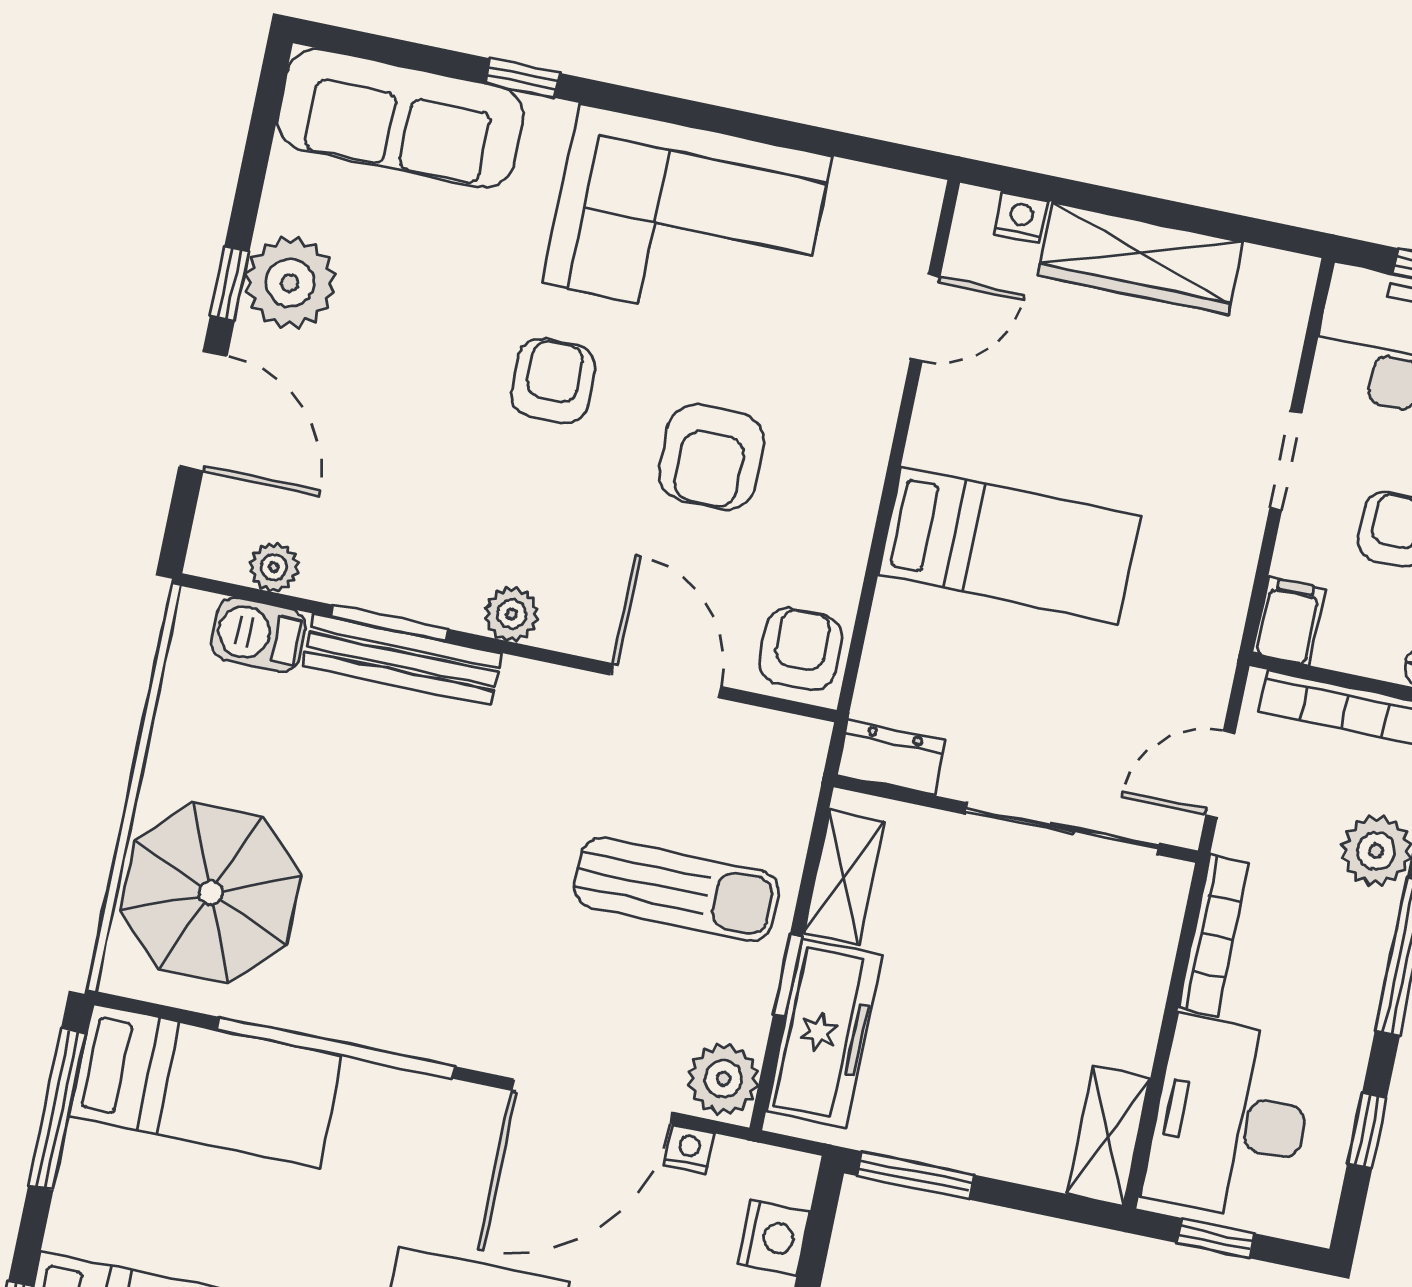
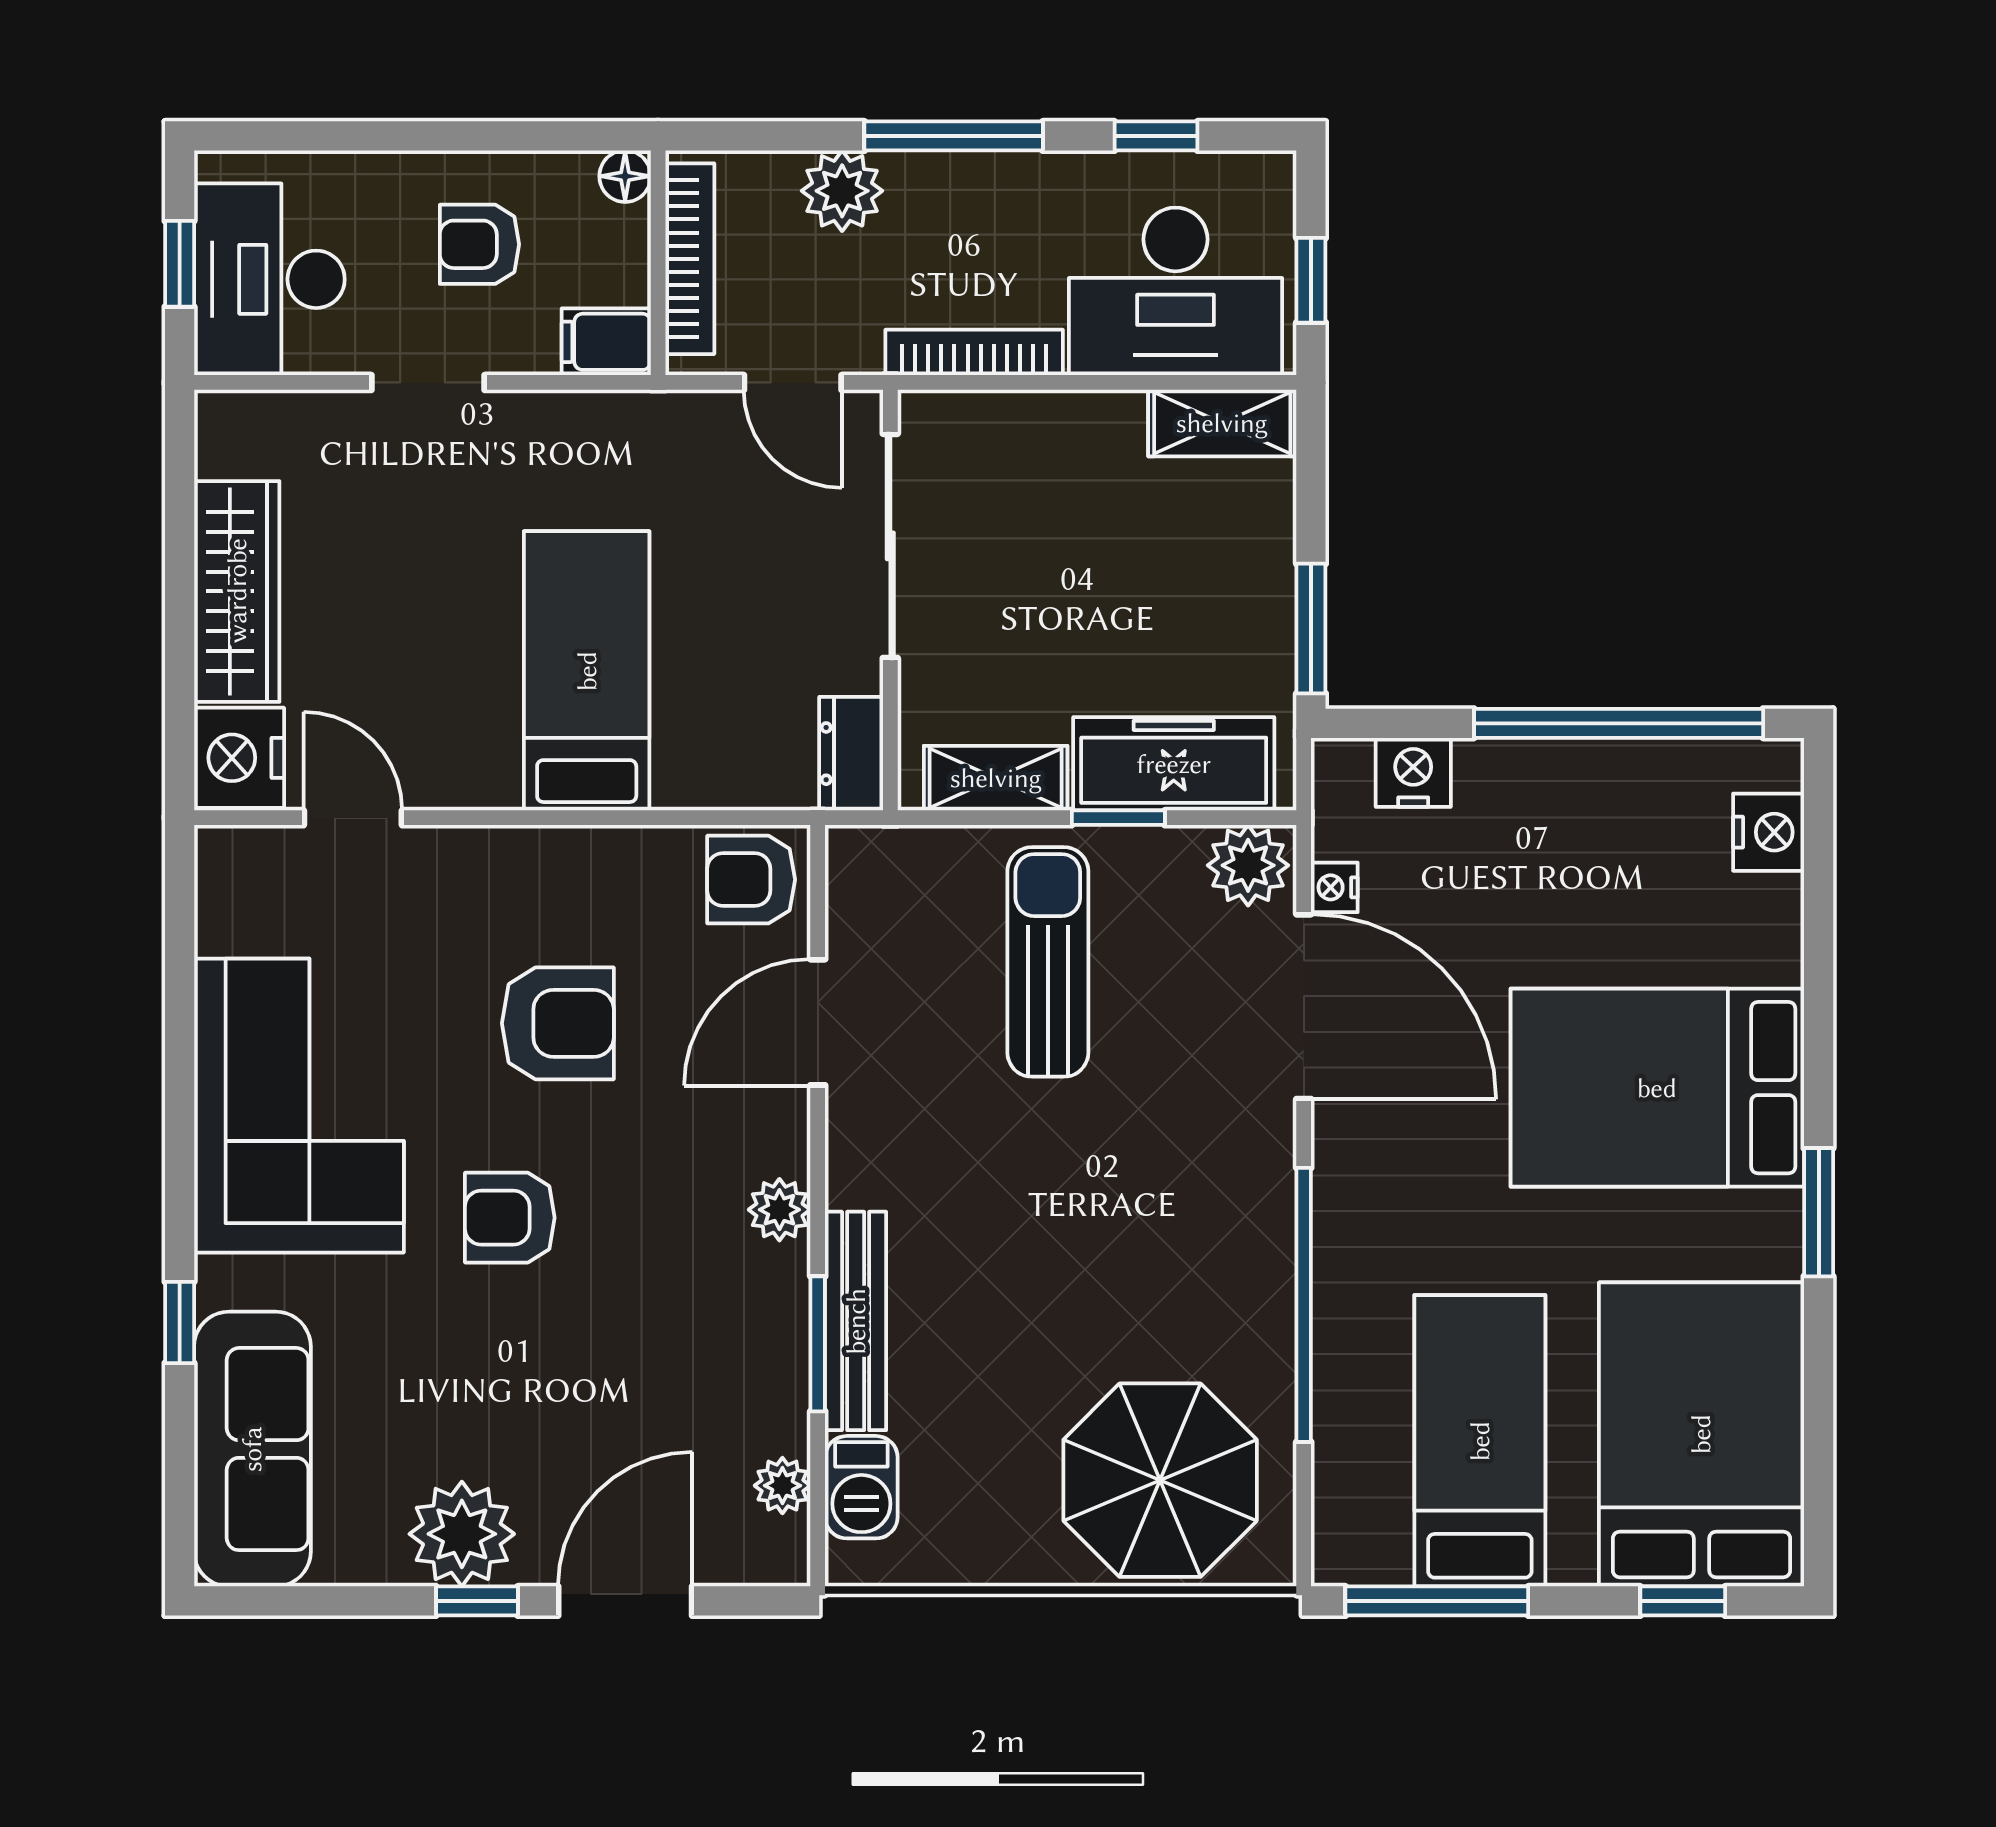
nightstand: (1021, 218) -> (239, 758), width x1.89, depth x1.79
bed: (206, 1086) -> (1480, 1441), moved

